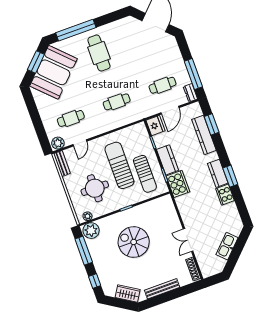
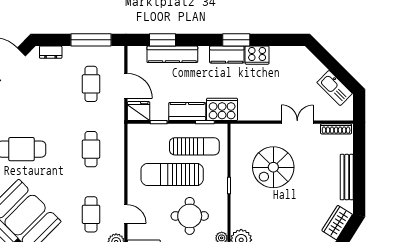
dresser: (190, 93) -> (51, 52), moved
double door: (188, 240) -> (297, 122), swing flipped
spiral stairs: (134, 242) -> (273, 167), moved
kitchen sink: (227, 246) -> (335, 88), moved

